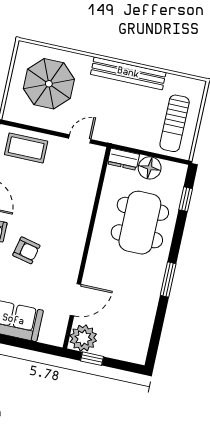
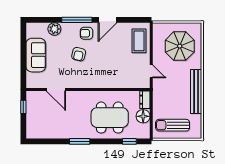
plant: (83, 338) -> (34, 99), removed

